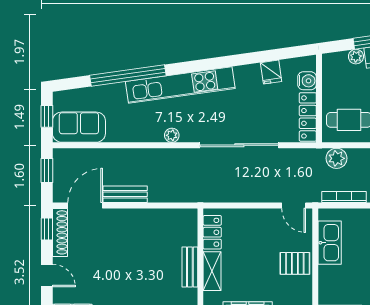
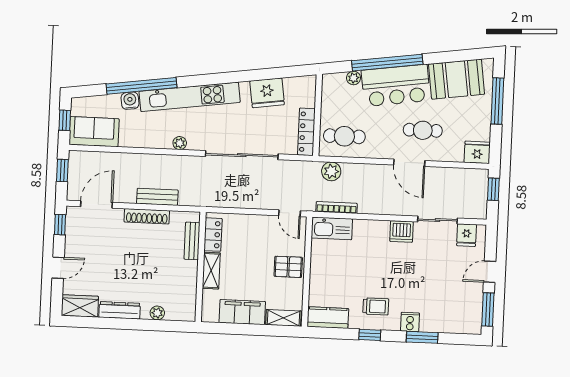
fridge: (271, 72) -> (267, 93), width x1.88, depth x1.34
water cooler: (307, 81) -> (130, 101), moved, turned -98
bench: (125, 194) -> (157, 197), moved
shoe rack: (60, 232) -> (147, 216), moved, turned 90
kitchen sink: (330, 243) -> (332, 228), moved, turned 90
bench: (190, 267) -> (192, 241), moved
door: (47, 276) -> (58, 268), hinge flipped

